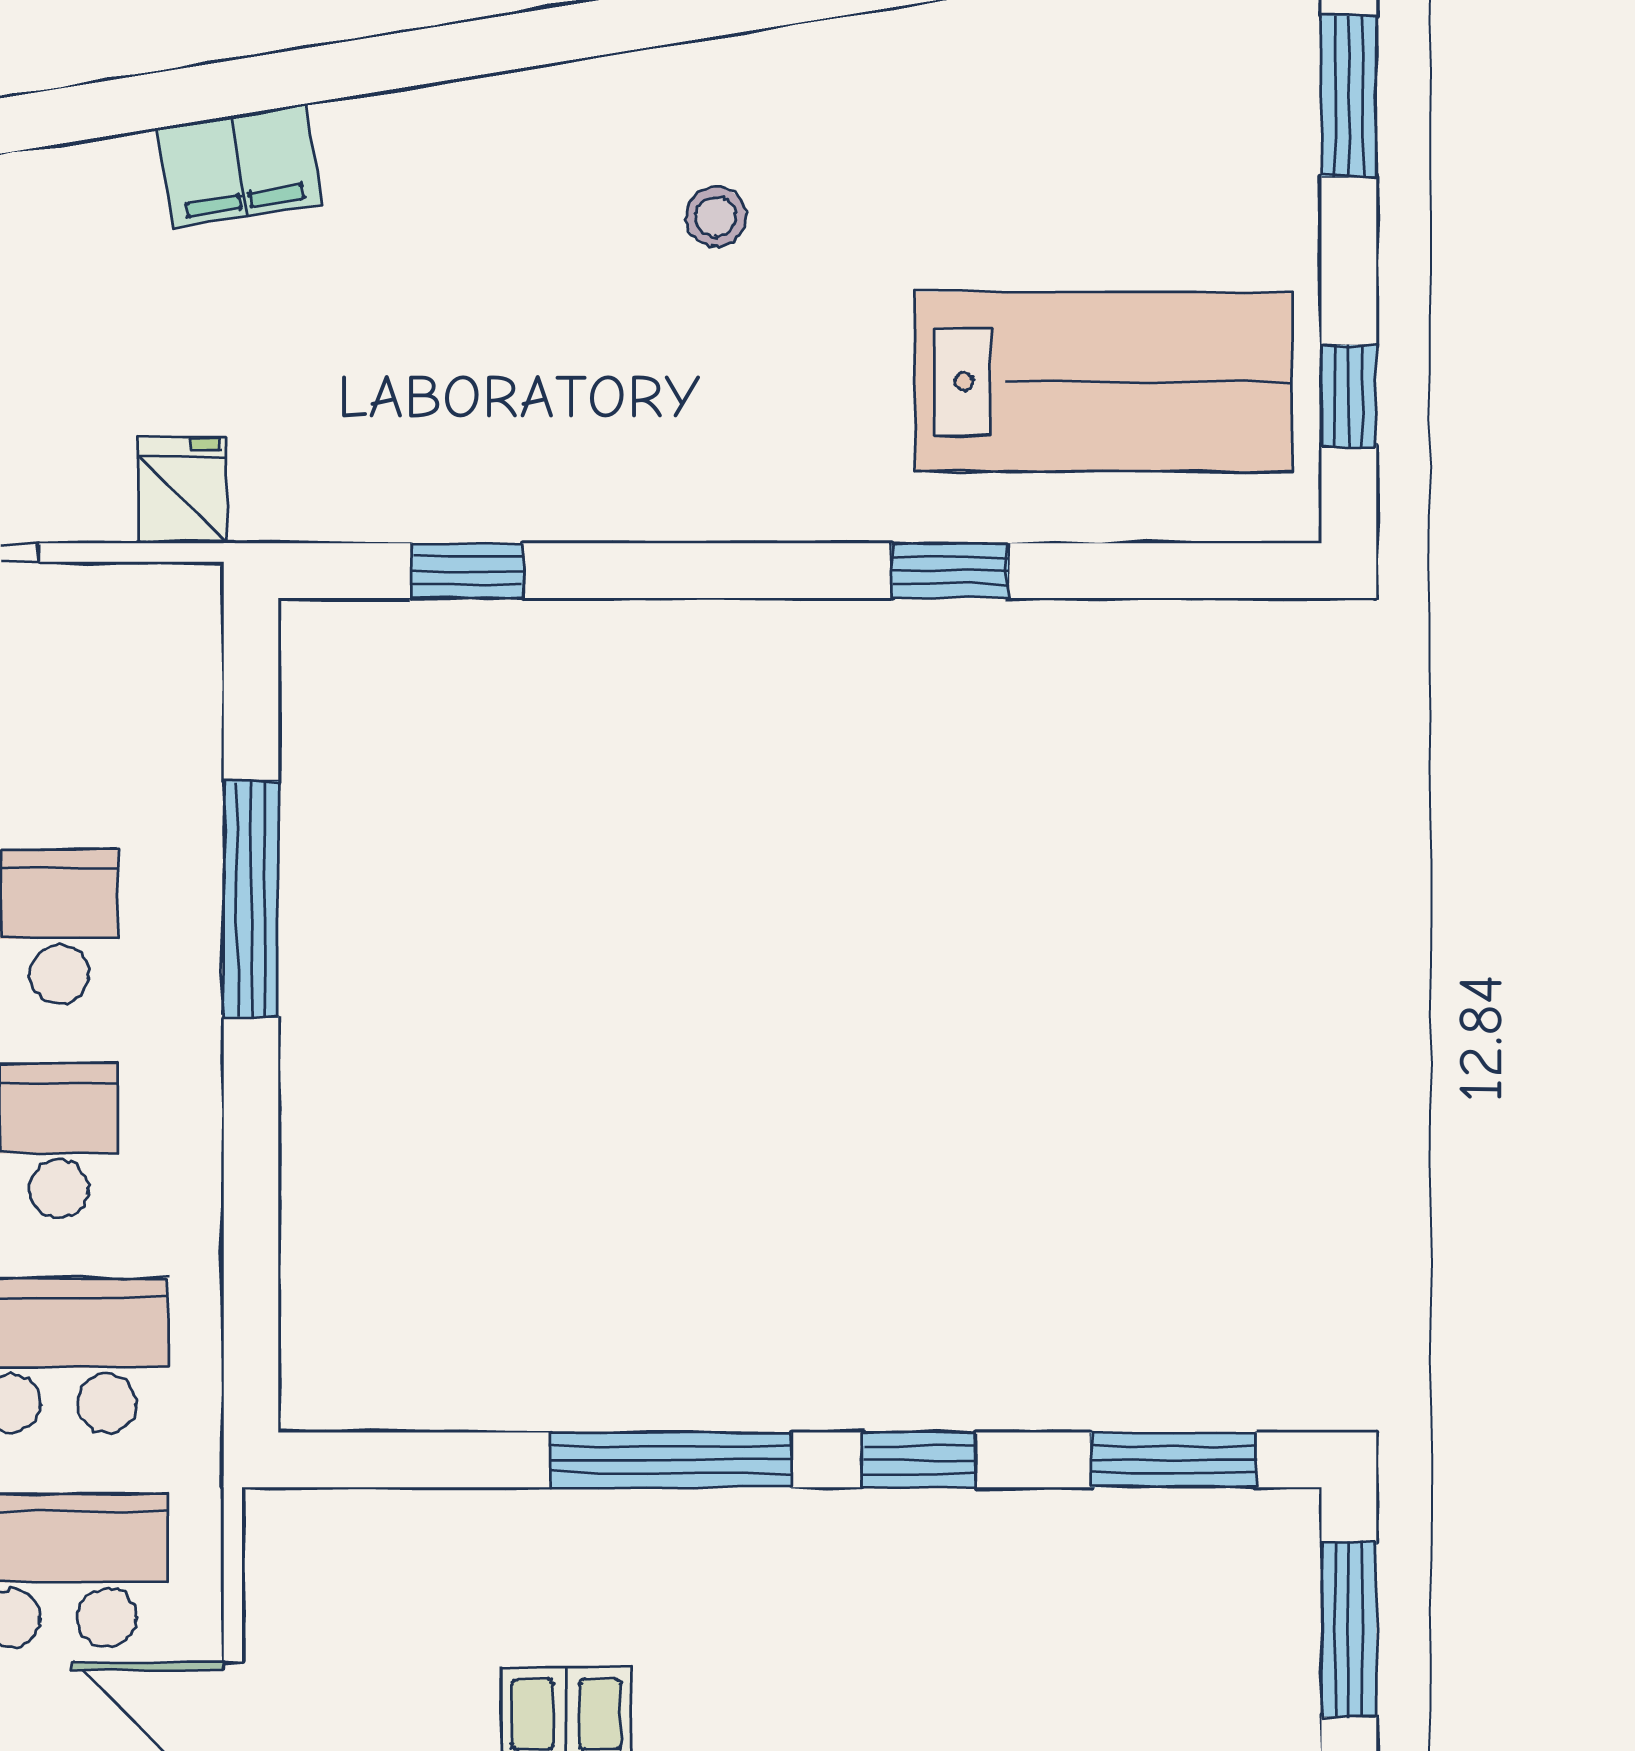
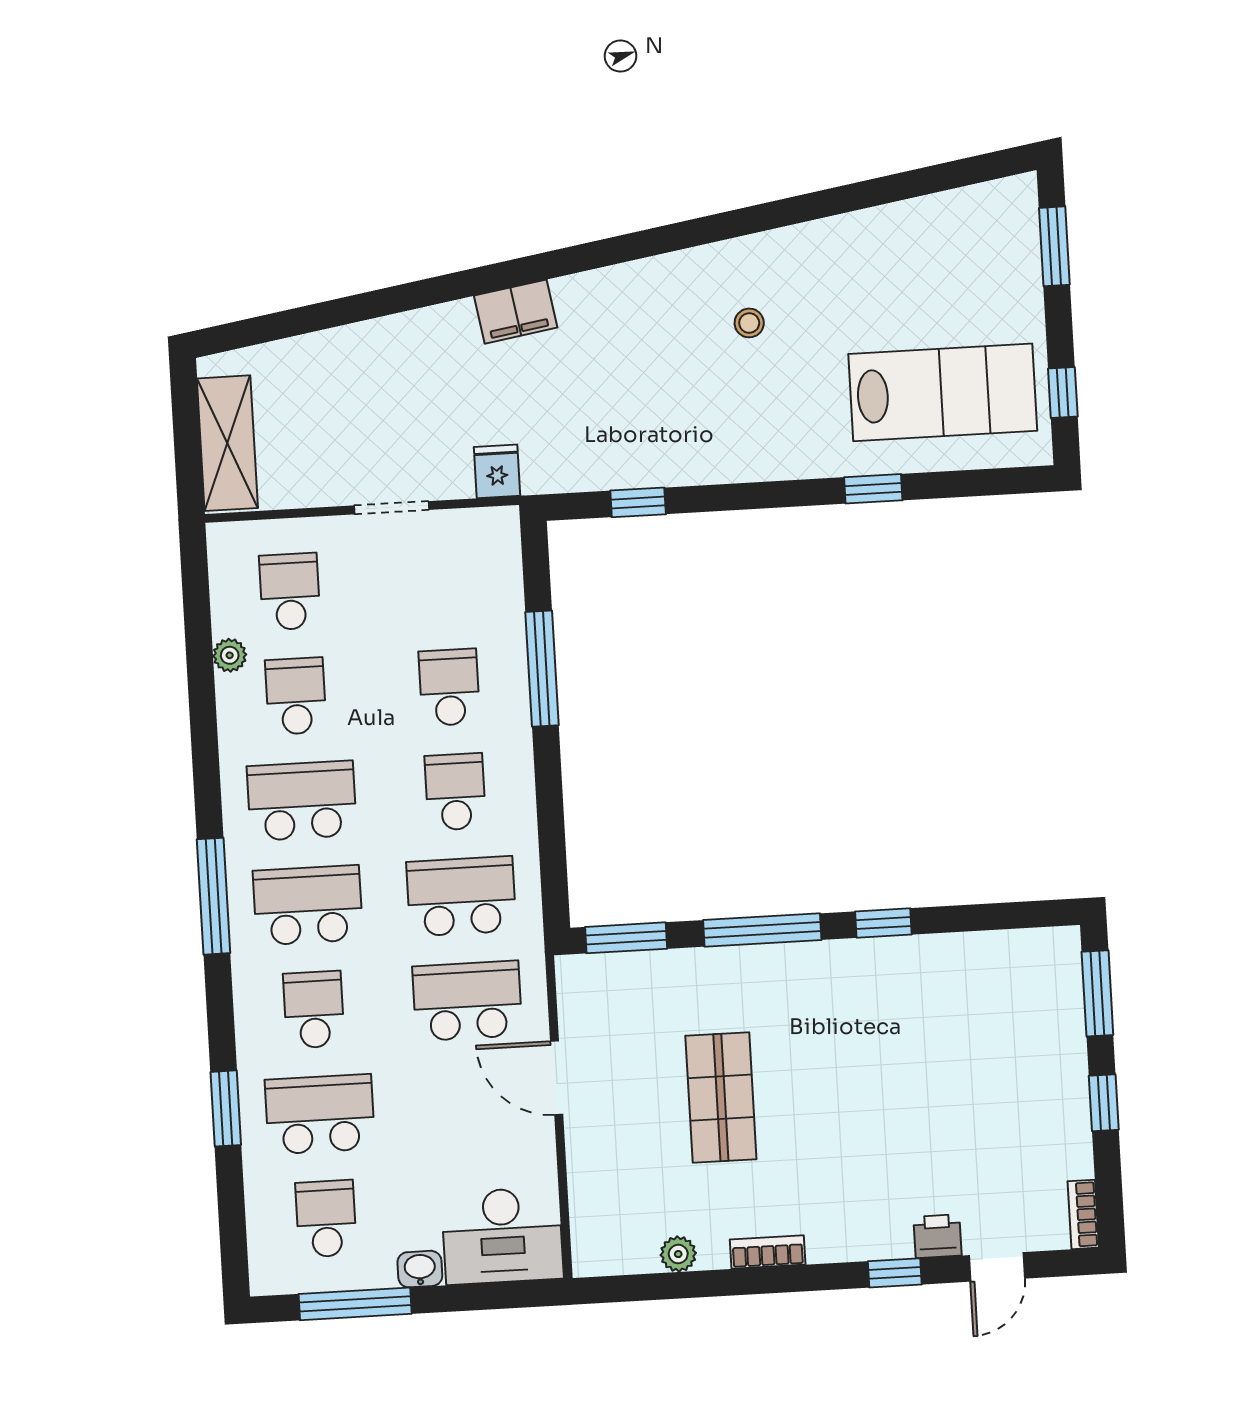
window: (1174, 1460) -> (626, 938), moved

